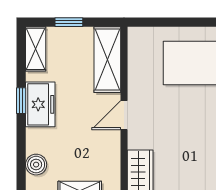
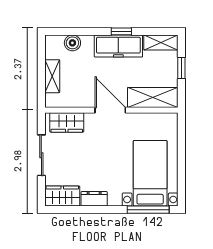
freezer: (40, 104) -> (118, 46), width x1.40
door: (124, 115) -> (110, 110), width x1.38

